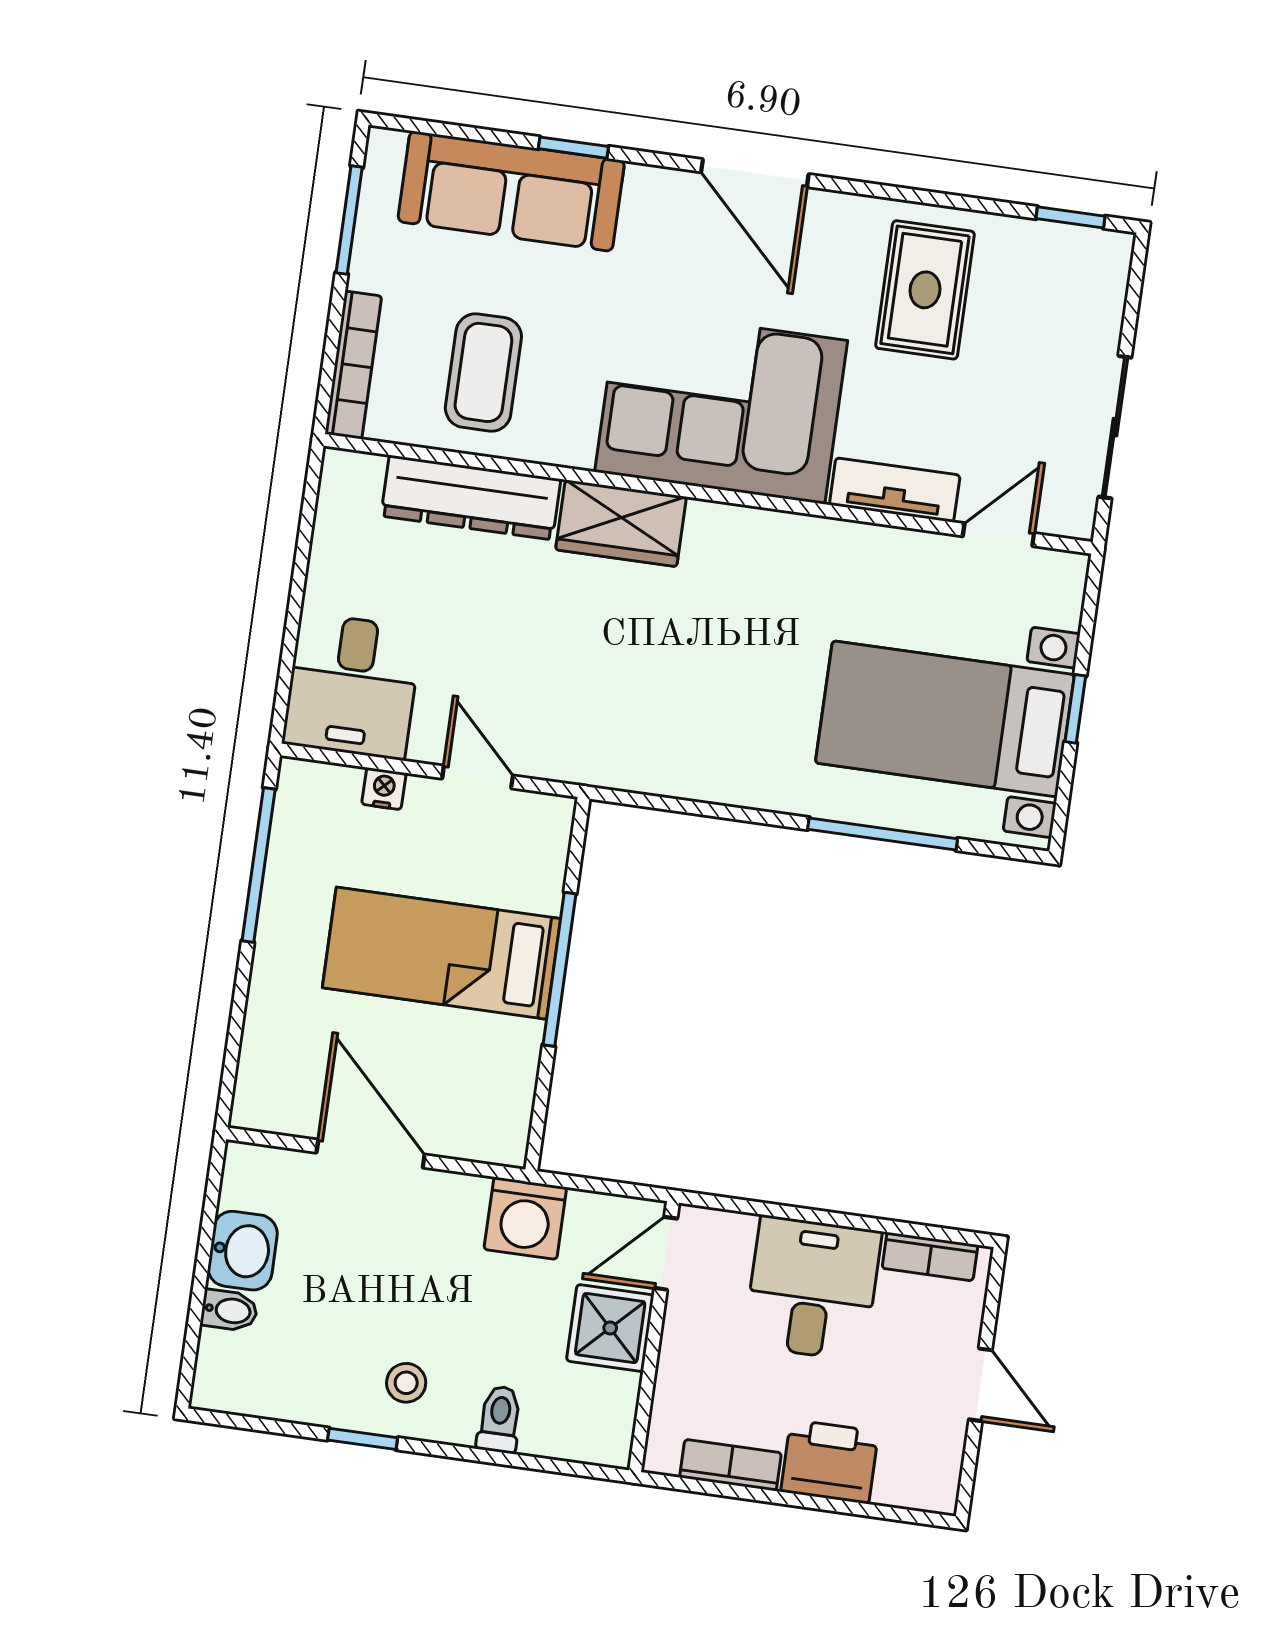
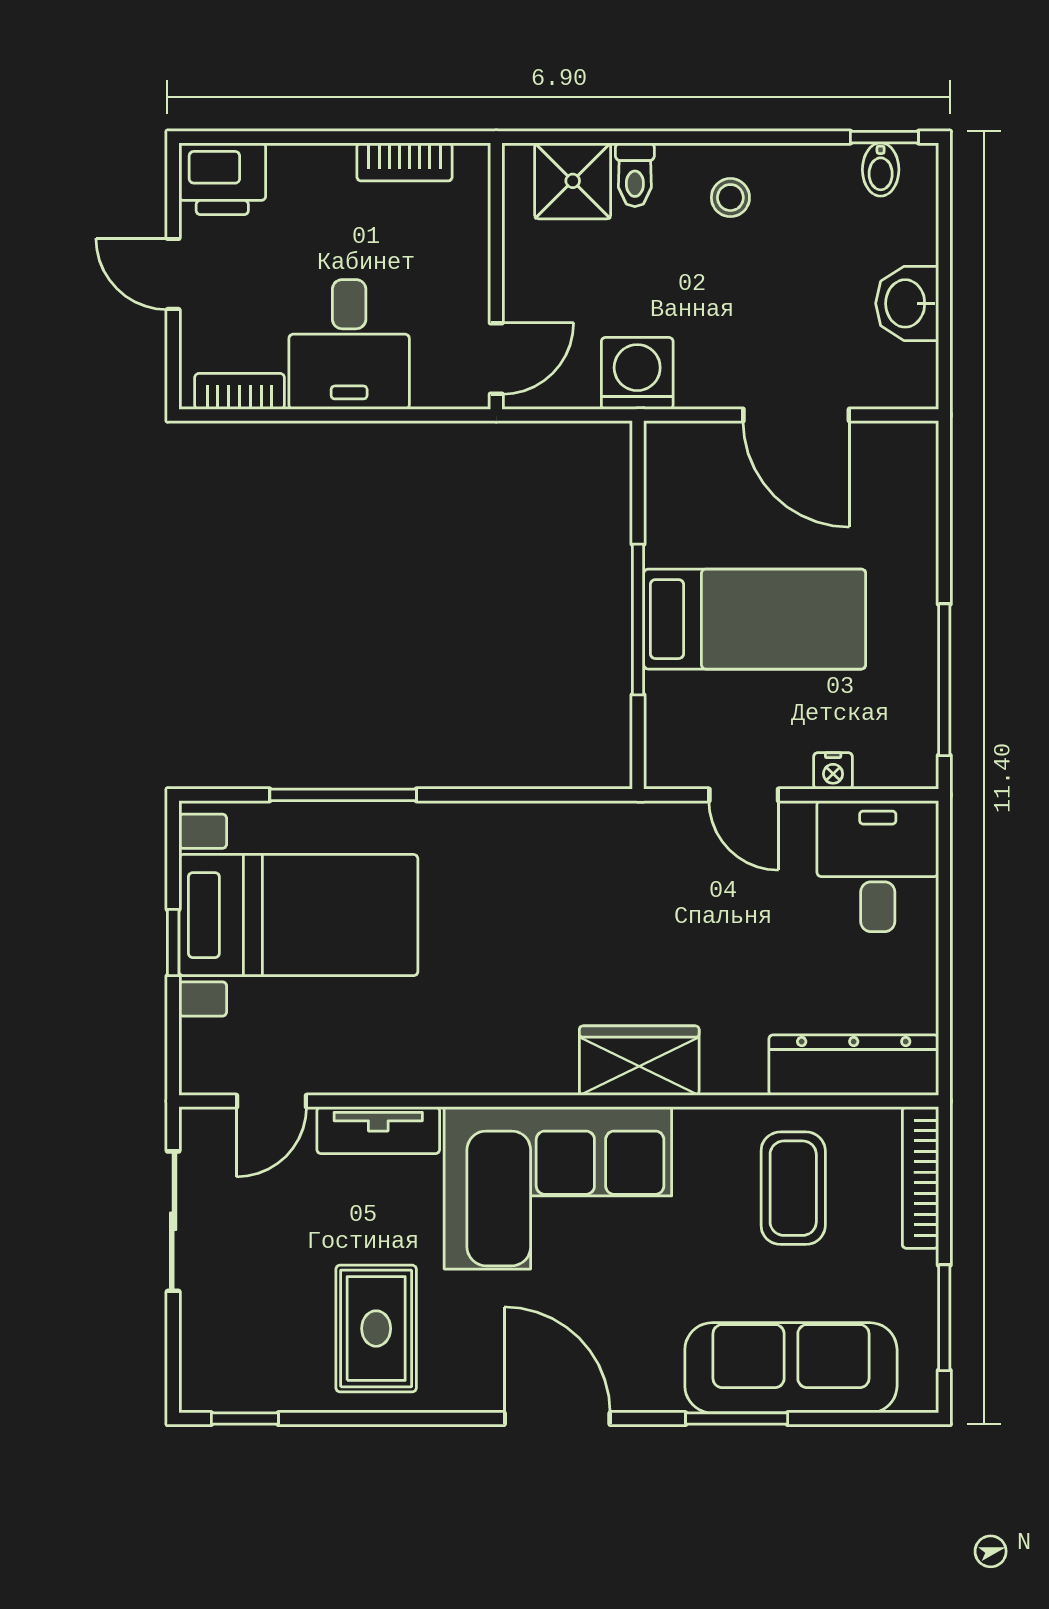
window: (573, 148) -> (737, 1419), width x1.50
dresser: (471, 498) -> (854, 1065), moved
bidet: (229, 1310) -> (881, 170), moved, turned -90
shower: (610, 1328) -> (573, 181), moved
window: (363, 1439) -> (884, 137), moved
printer: (830, 1462) -> (222, 179), moved

